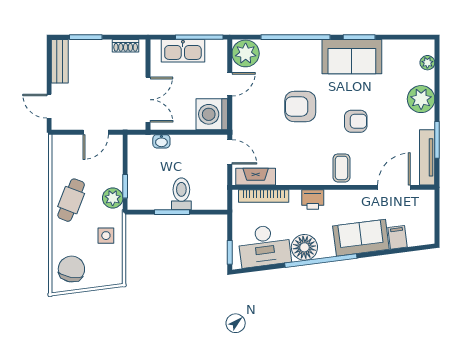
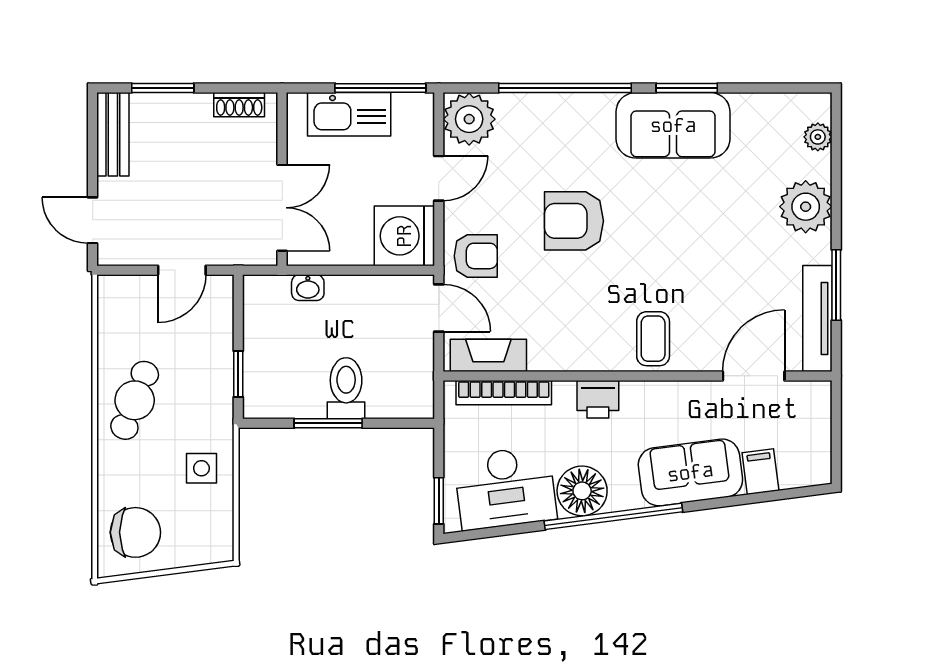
armchair: (356, 121) -> (476, 256), moved
plant: (113, 198) -> (214, 396), removed
chair: (71, 269) -> (135, 532), turned 80

